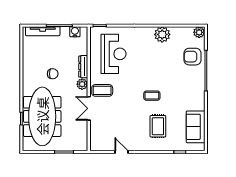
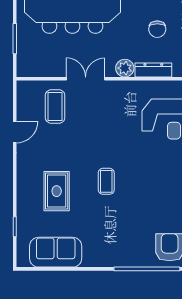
chair: (53, 74) -> (157, 29), moved
coffee table: (102, 90) -> (55, 106), moved
rug: (158, 126) -> (57, 191), turned 90

